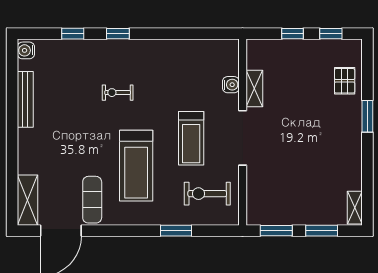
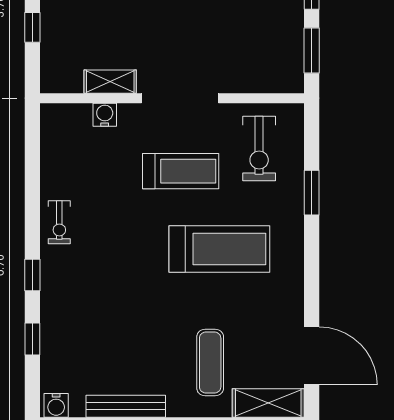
exercise bike: (118, 93) -> (59, 222), moved
exercise mat: (92, 200) -> (210, 363), moved, turned 90

